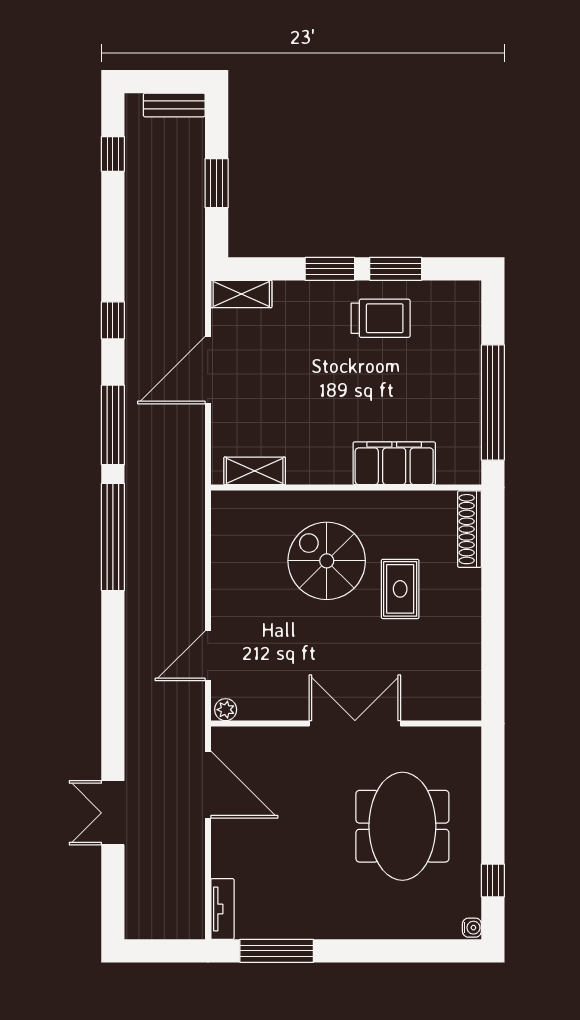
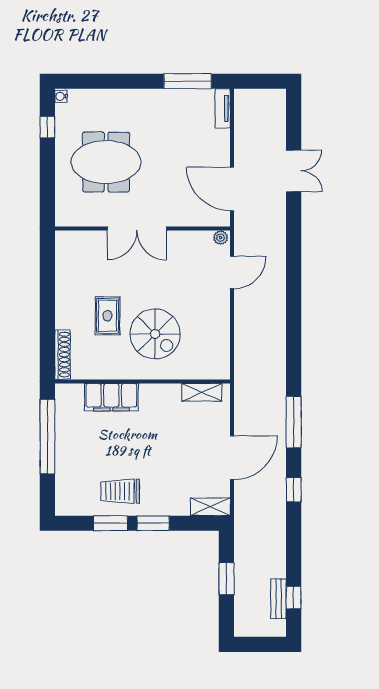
bench: (174, 105) -> (278, 599), moved, turned 90
window: (113, 537) -> (294, 349), removed
meeting table: (402, 826) -> (106, 162), turned 90

